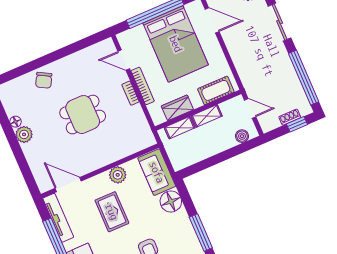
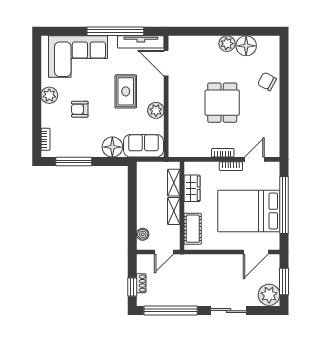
bookcase: (143, 86) -> (231, 166), width x0.64
floor lamp: (16, 122) -> (246, 46), width x1.89, depth x1.89
door: (68, 185) -> (166, 63), swing flipped
rug: (112, 212) -> (126, 91), turned 90

